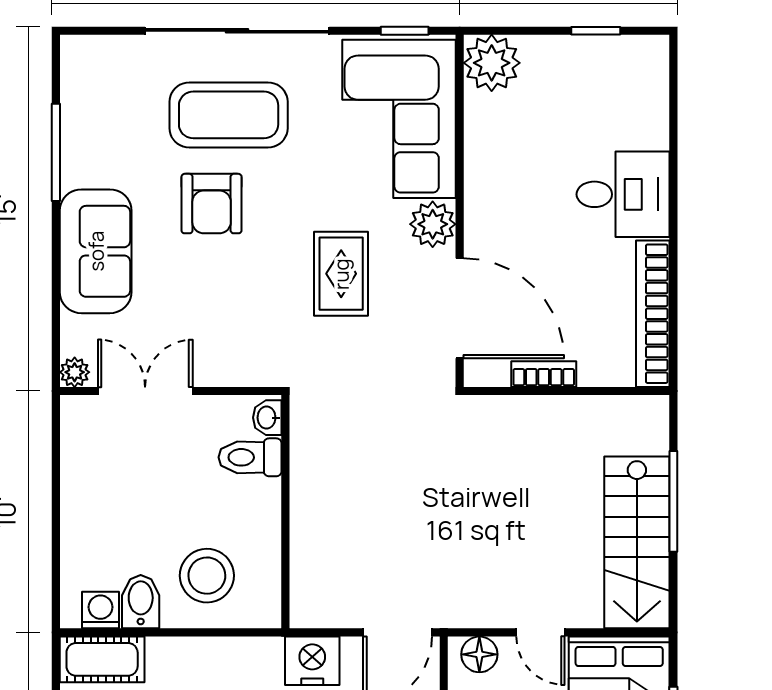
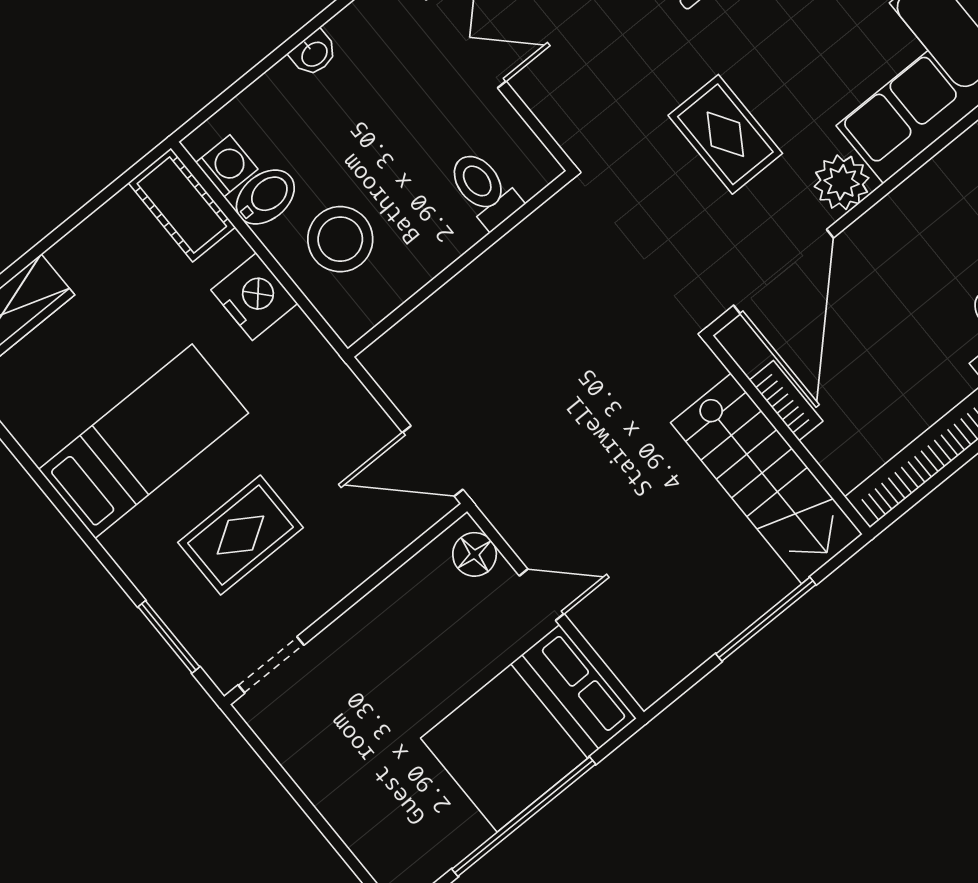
rug: (341, 274) -> (725, 134), turned 90
washbasin: (267, 418) -> (314, 53), moved, turned 180
stairs: (637, 542) -> (766, 478), moved, turned -90
door: (540, 632) -> (542, 595), swing flipped
nightstand: (312, 661) -> (254, 297), moved

